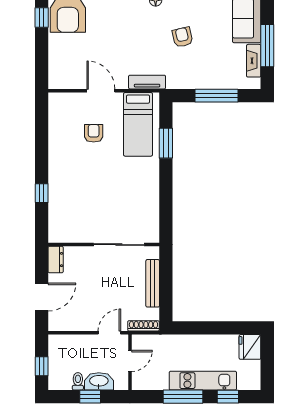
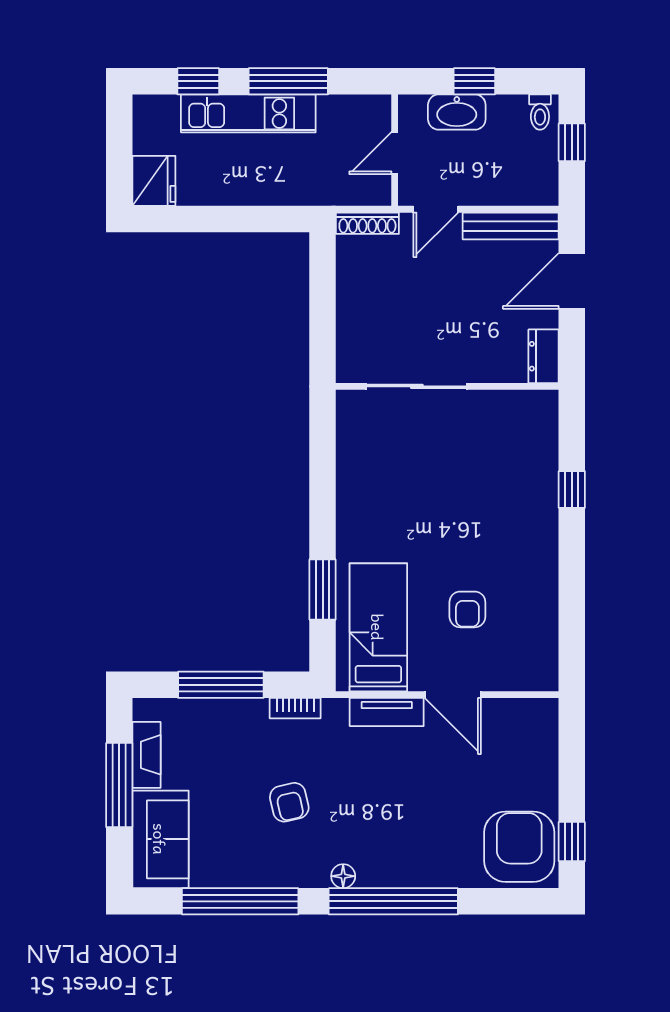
tv unit: (147, 82) -> (387, 712), moved
bookcase: (180, 84) -> (295, 708), added
bench: (153, 283) -> (511, 226), moved, turned 90
toilet: (78, 381) -> (540, 112), moved

